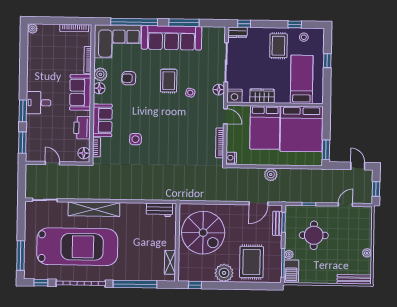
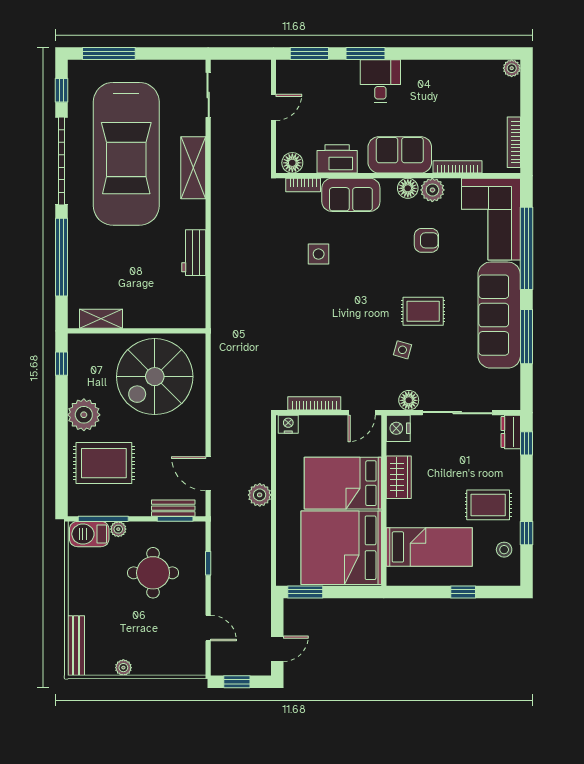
armchair: (129, 78) -> (426, 240), turned 90
shelving: (94, 209) -> (193, 168), width x0.68
workbench: (159, 210) -> (194, 253), moved

